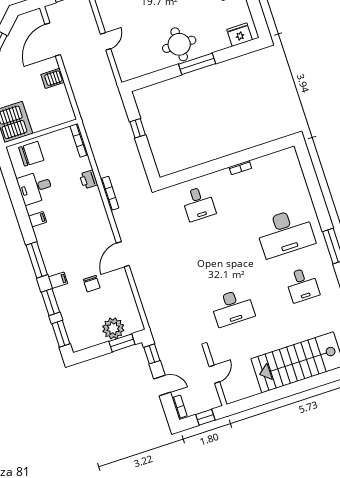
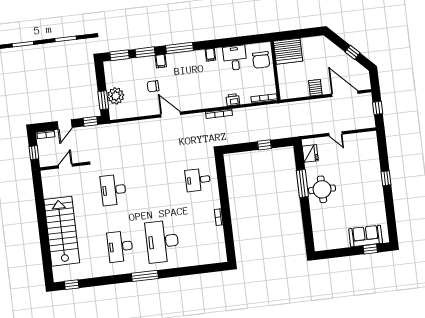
fridge: (240, 35) -> (310, 153), moved
window: (197, 64) -> (302, 184), moved
desk: (302, 285) -> (120, 246), width x1.37
door: (214, 374) -> (65, 166), swing flipped

